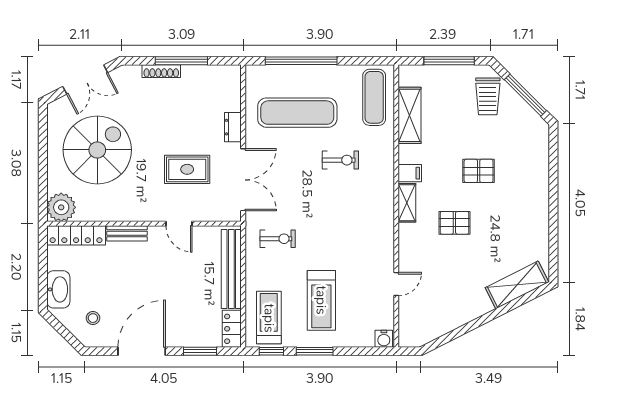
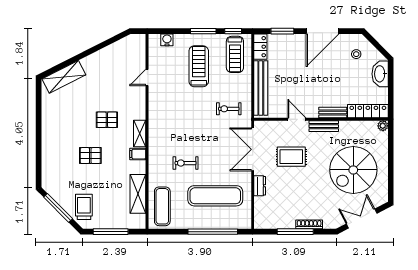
plant: (61, 207) -> (383, 126), width x0.53, depth x0.53
bench: (140, 214) -> (324, 126), added
water cooler: (384, 339) -> (167, 40), moved

